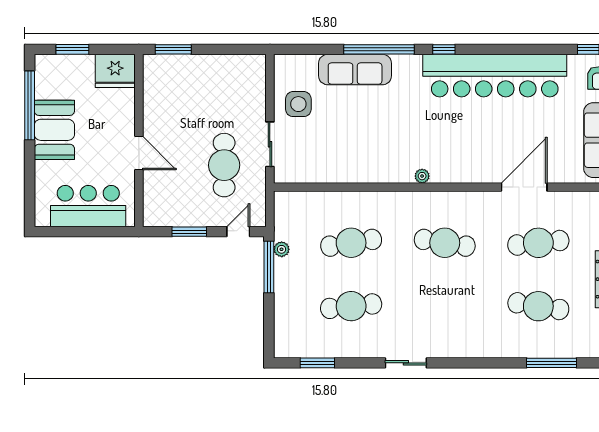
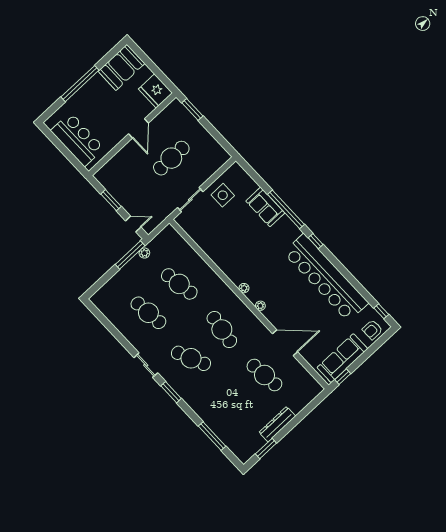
window: (72, 49) -> (146, 60), removed
sofa: (355, 70) -> (265, 207), width x0.73
window: (30, 105) -> (80, 84), moved
booth: (54, 130) -> (121, 67), moved
door: (139, 153) -> (139, 128), moved
cafe table: (224, 165) -> (171, 158), moved
plant: (458, 176) -> (260, 306), added
cafe table: (538, 306) -> (191, 358), moved, turned -33
window: (317, 363) -> (171, 392), moved

